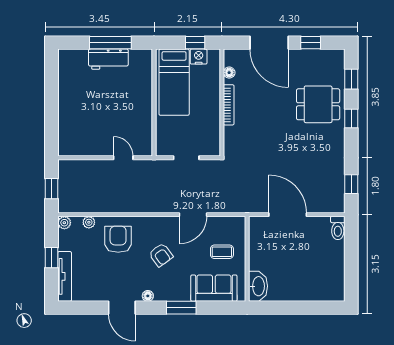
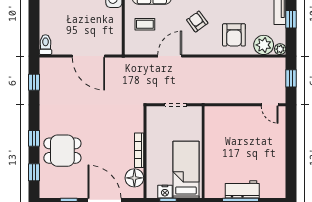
floor lamp: (229, 73) -> (134, 178), width x1.89, depth x1.89
door: (123, 158) -> (270, 105), moved
plant: (89, 222) -> (264, 45), width x1.88, depth x1.88

